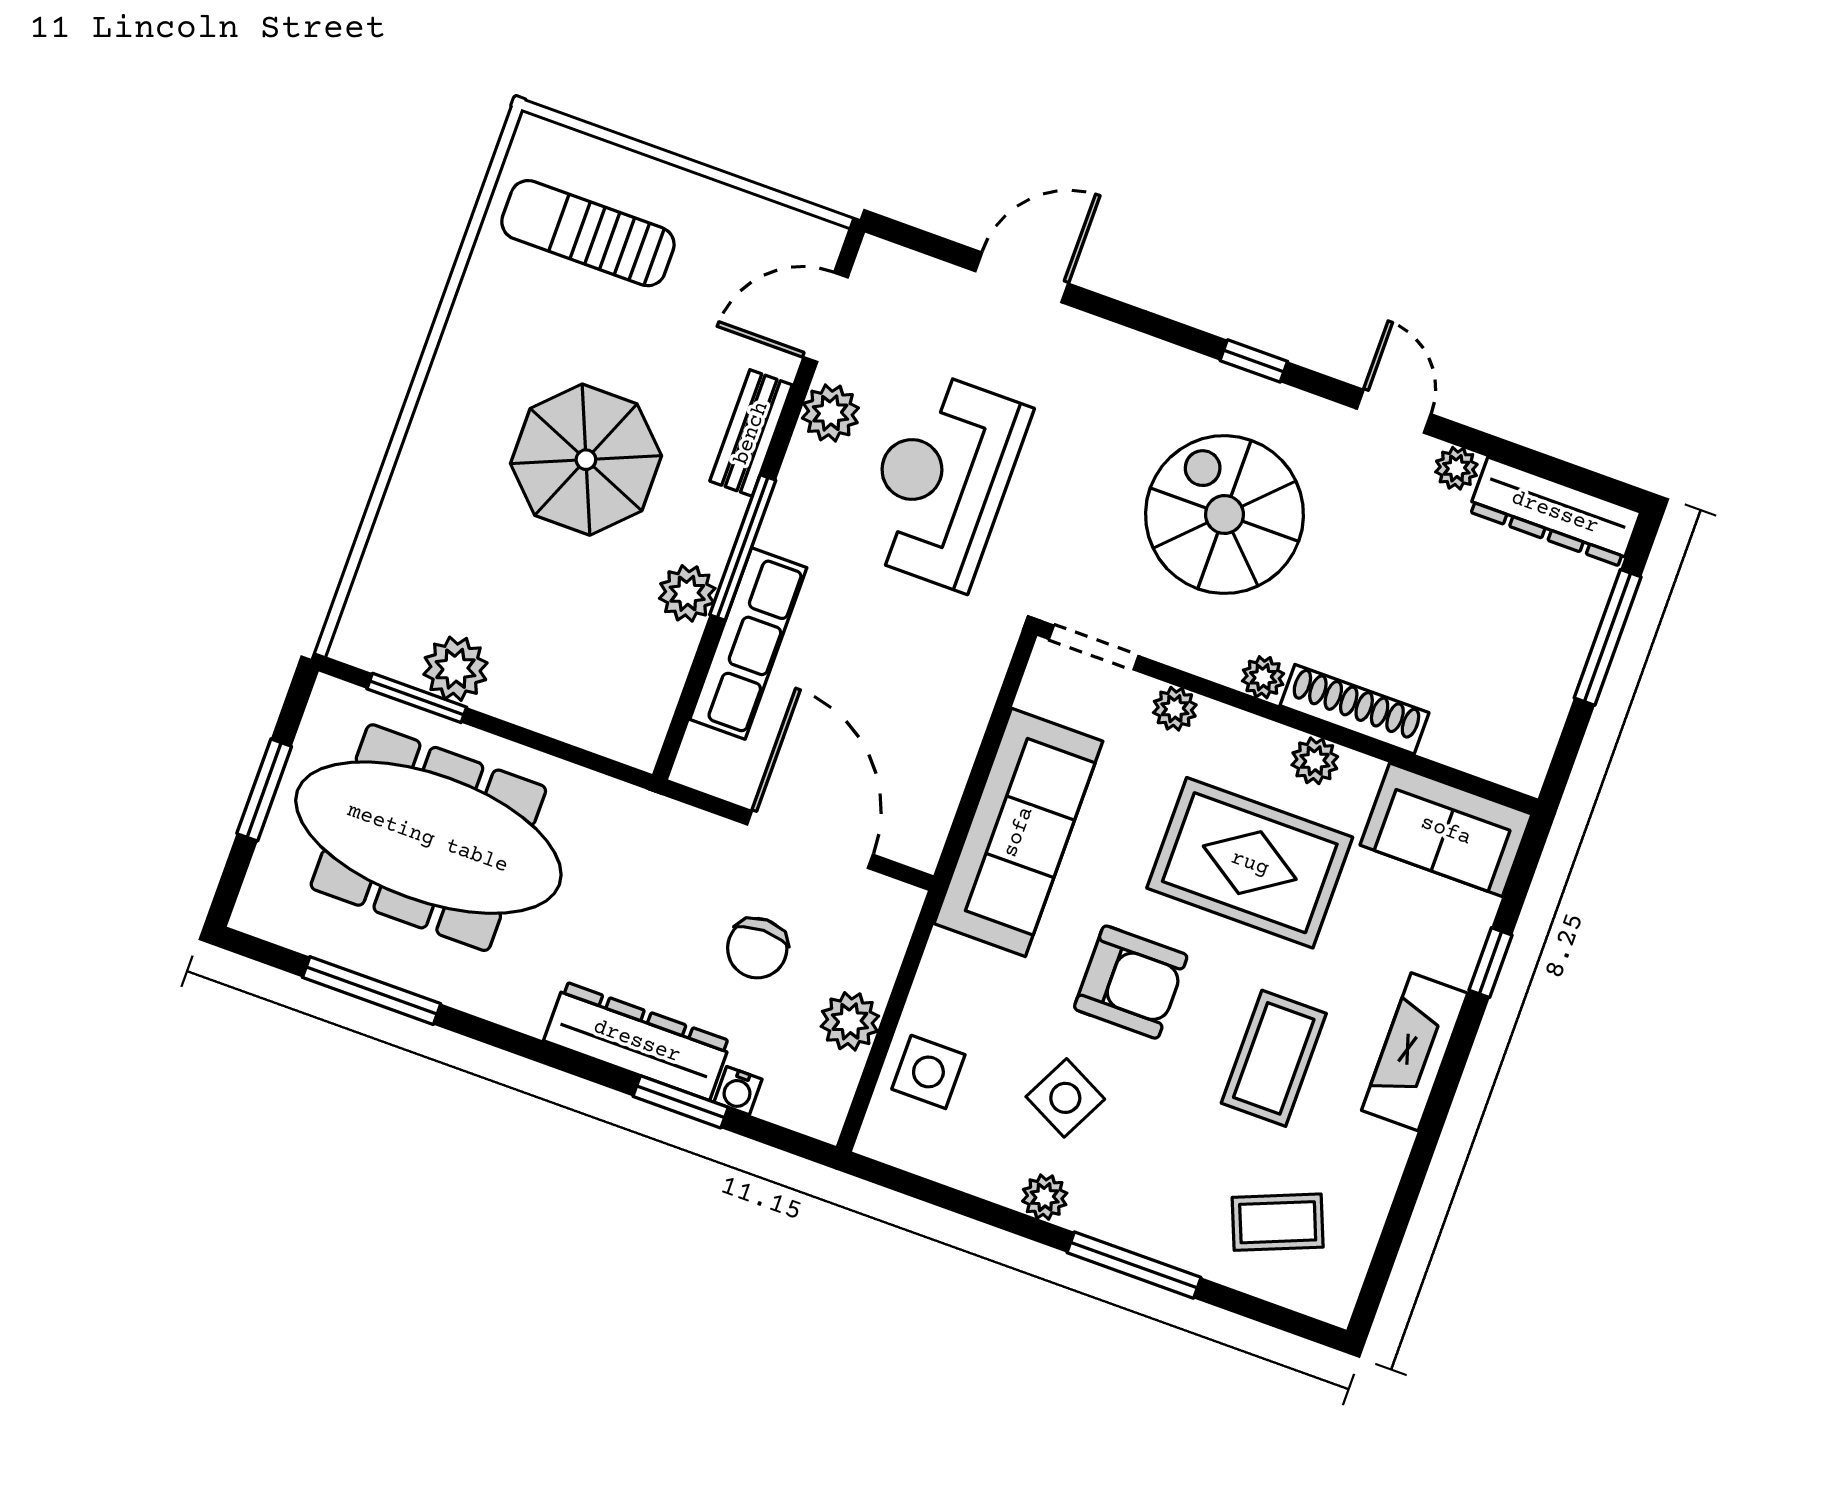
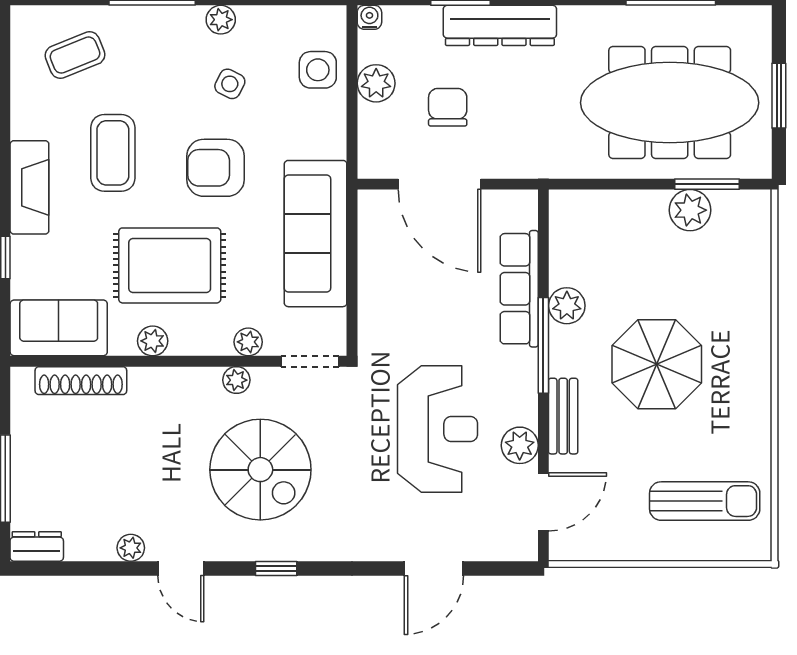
dresser: (1555, 512) -> (37, 546), width x0.51, depth x0.80
plant: (1263, 677) -> (236, 380), moved
shoe rack: (1355, 709) -> (81, 381), moved
water cooler: (738, 1091) -> (369, 17), moved
side table: (1065, 1098) -> (230, 84), width x0.73, depth x0.73

